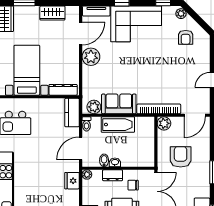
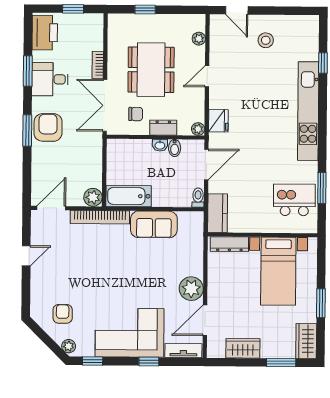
plant: (94, 107) -> (188, 221), removed
bathtub: (118, 125) -> (129, 196), moved
armchair: (181, 157) -> (48, 127), moved, turned 180

